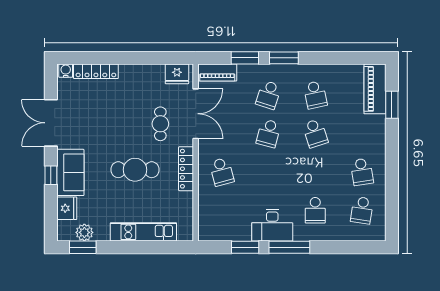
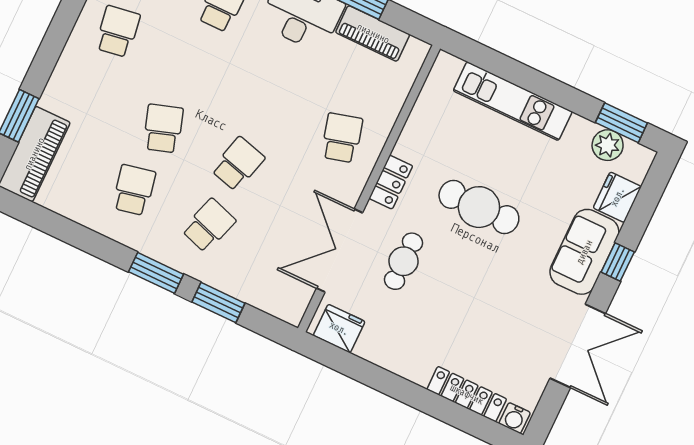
piano: (217, 73) -> (373, 33), moved, turned 180
locker: (186, 169) -> (391, 182), width x0.66

